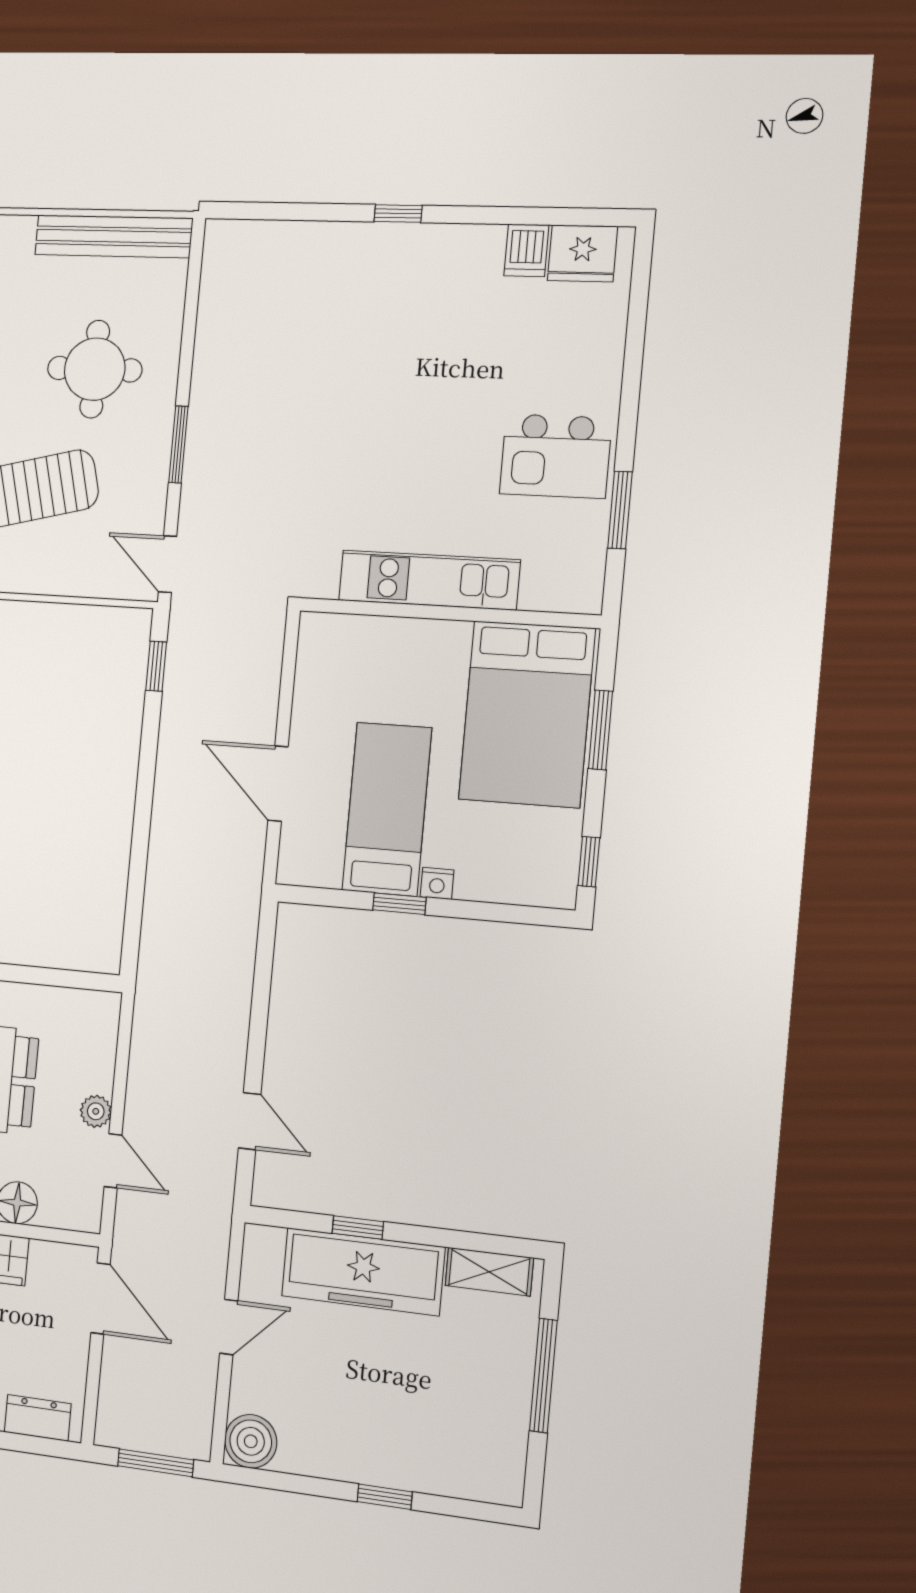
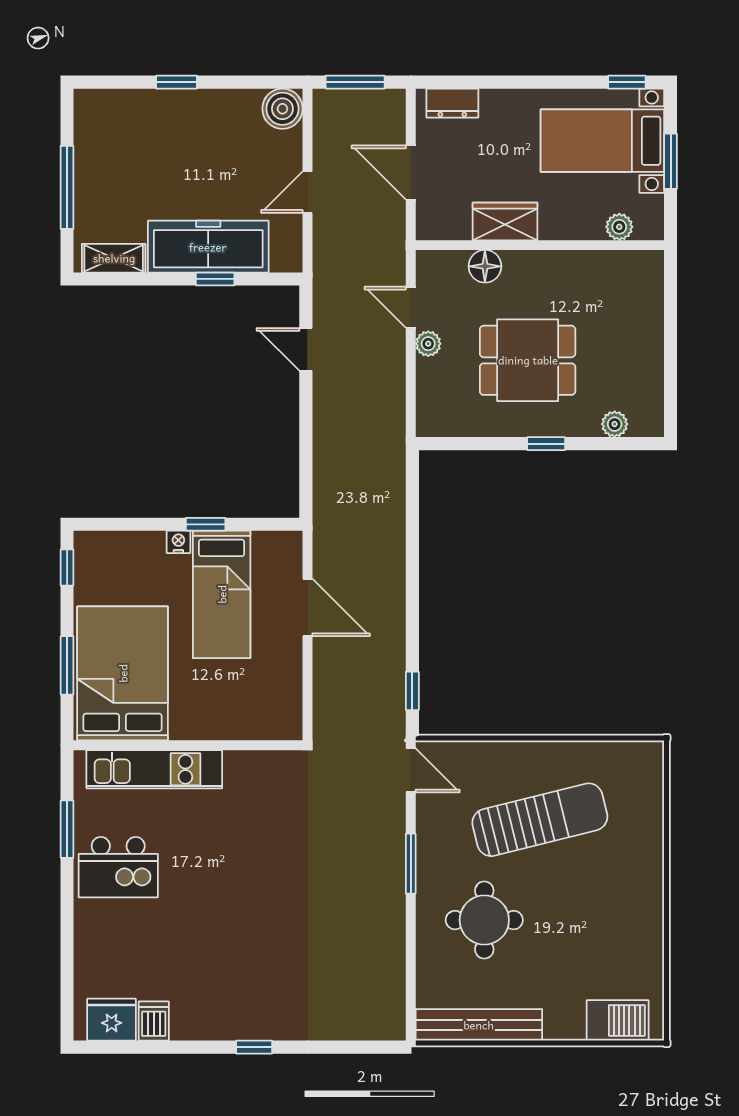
kitchen island: (556, 456) -> (118, 867), turned 180
kitchen unit: (429, 580) -> (154, 769), moved
door: (100, 1299) -> (411, 173), moved

